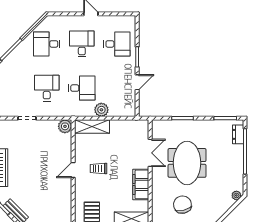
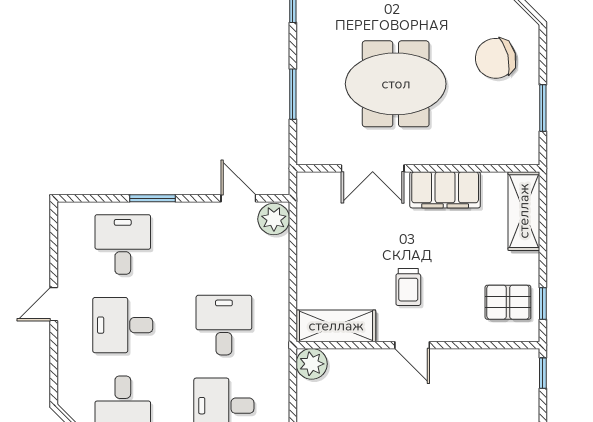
door: (137, 82) -> (238, 198), moved
plant: (101, 110) -> (274, 219), moved
shelving: (92, 126) -> (336, 326), moved, turned 90
double door: (150, 153) -> (373, 168), swing flipped
chair: (182, 205) -> (496, 58), moved

